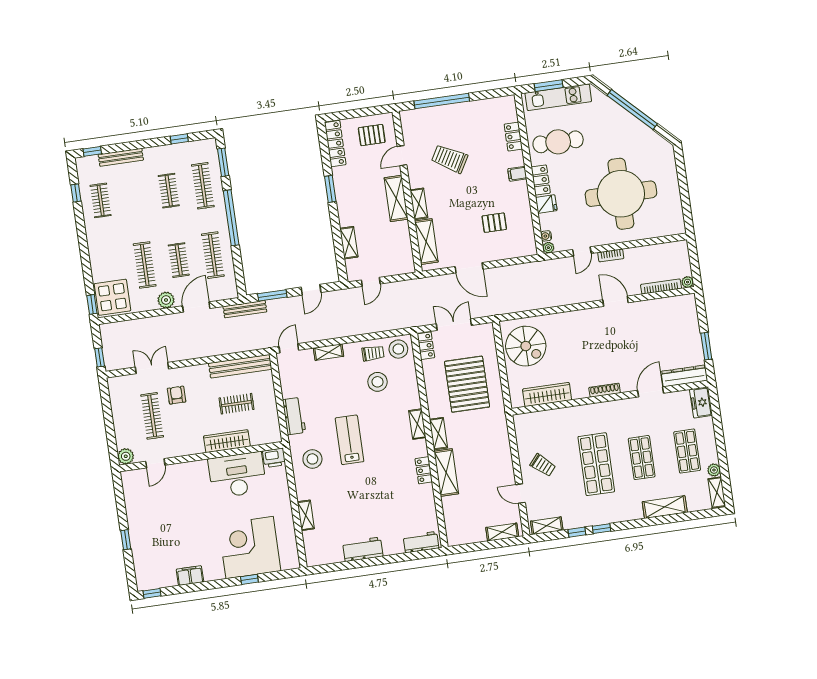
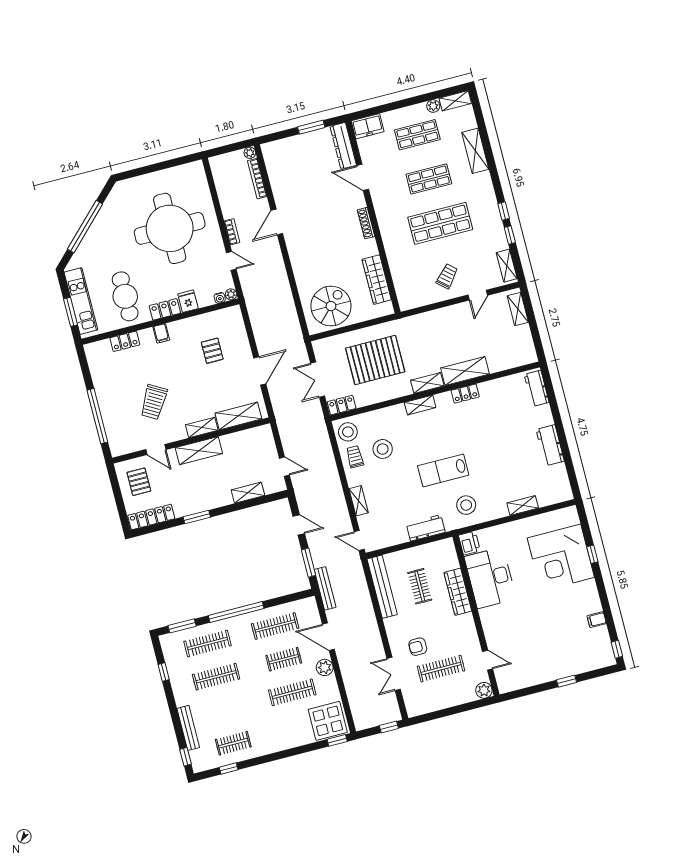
clothes rail: (169, 191) -> (216, 677), width x1.36
filing cabinet: (190, 576) -> (597, 620), width x0.50

